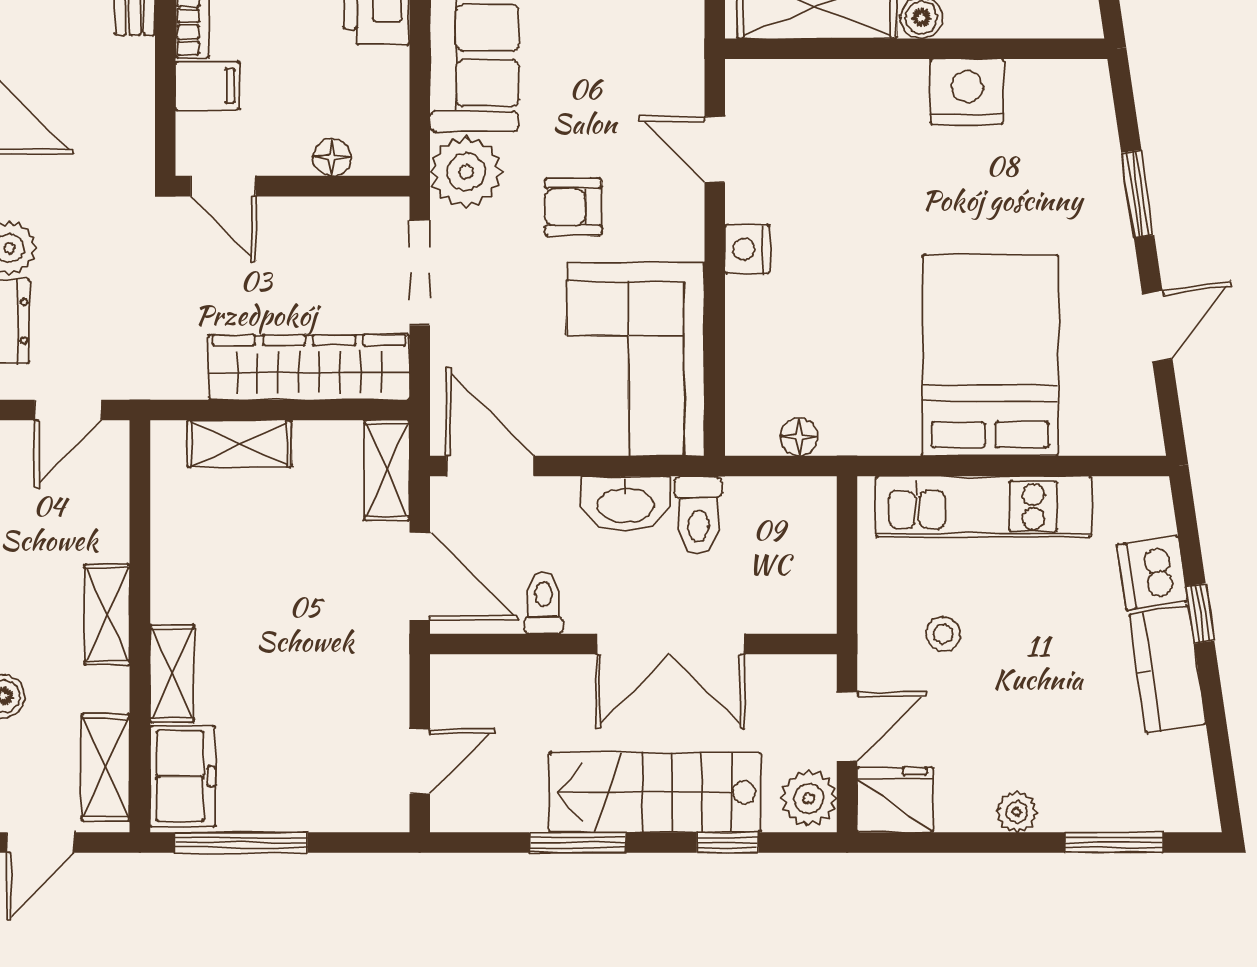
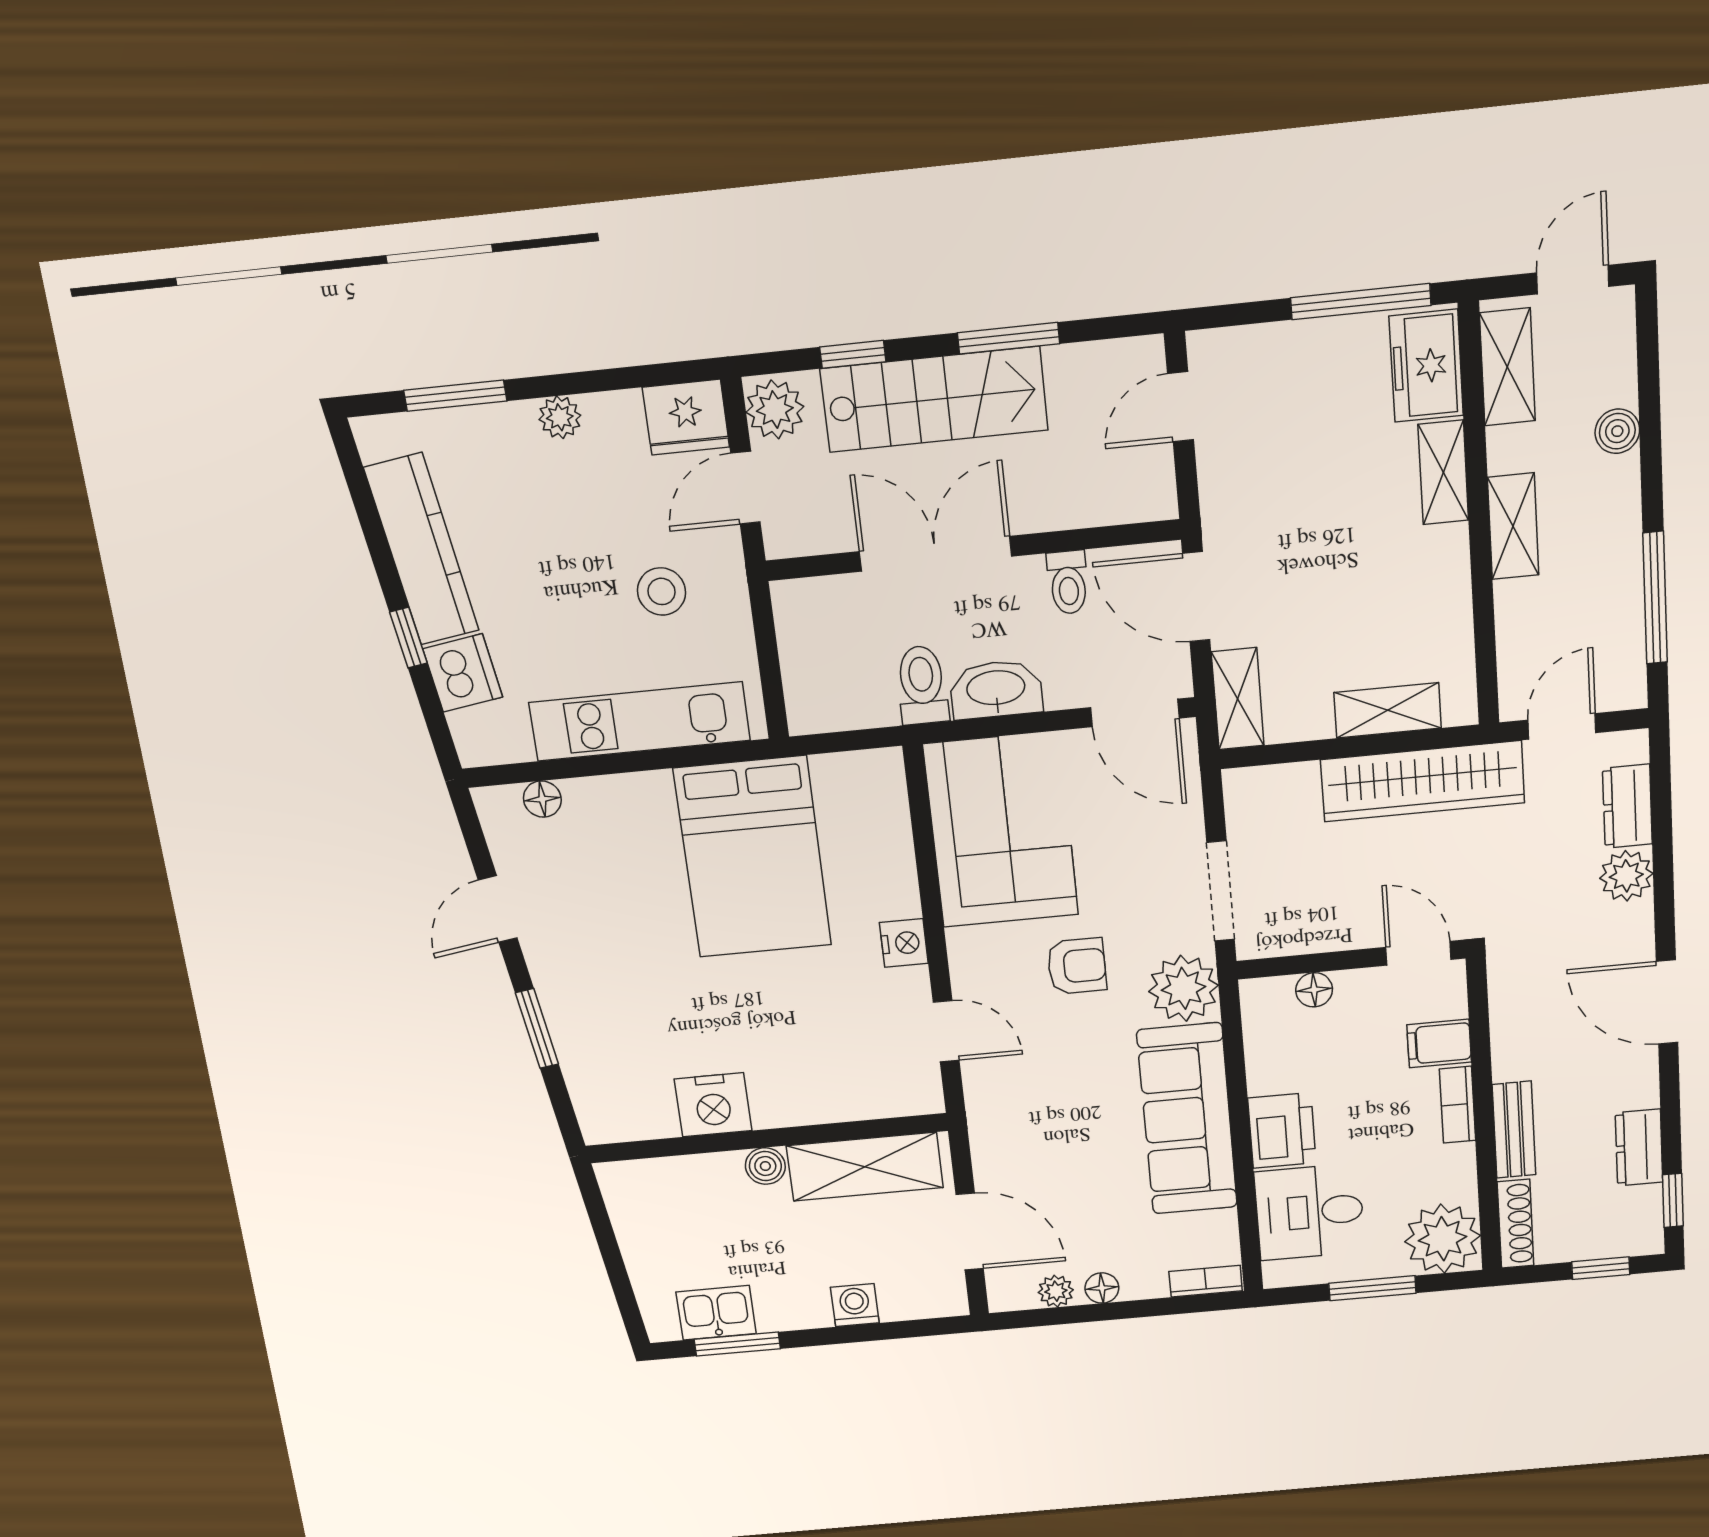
bed: (990, 355) -> (753, 857), moved
wardrobe: (309, 367) -> (1423, 781), moved
floor lamp: (799, 437) -> (542, 799), moved
stool: (943, 634) -> (662, 591), width x1.37, depth x1.37
kitchen counter: (1167, 669) -> (422, 549), width x1.50

